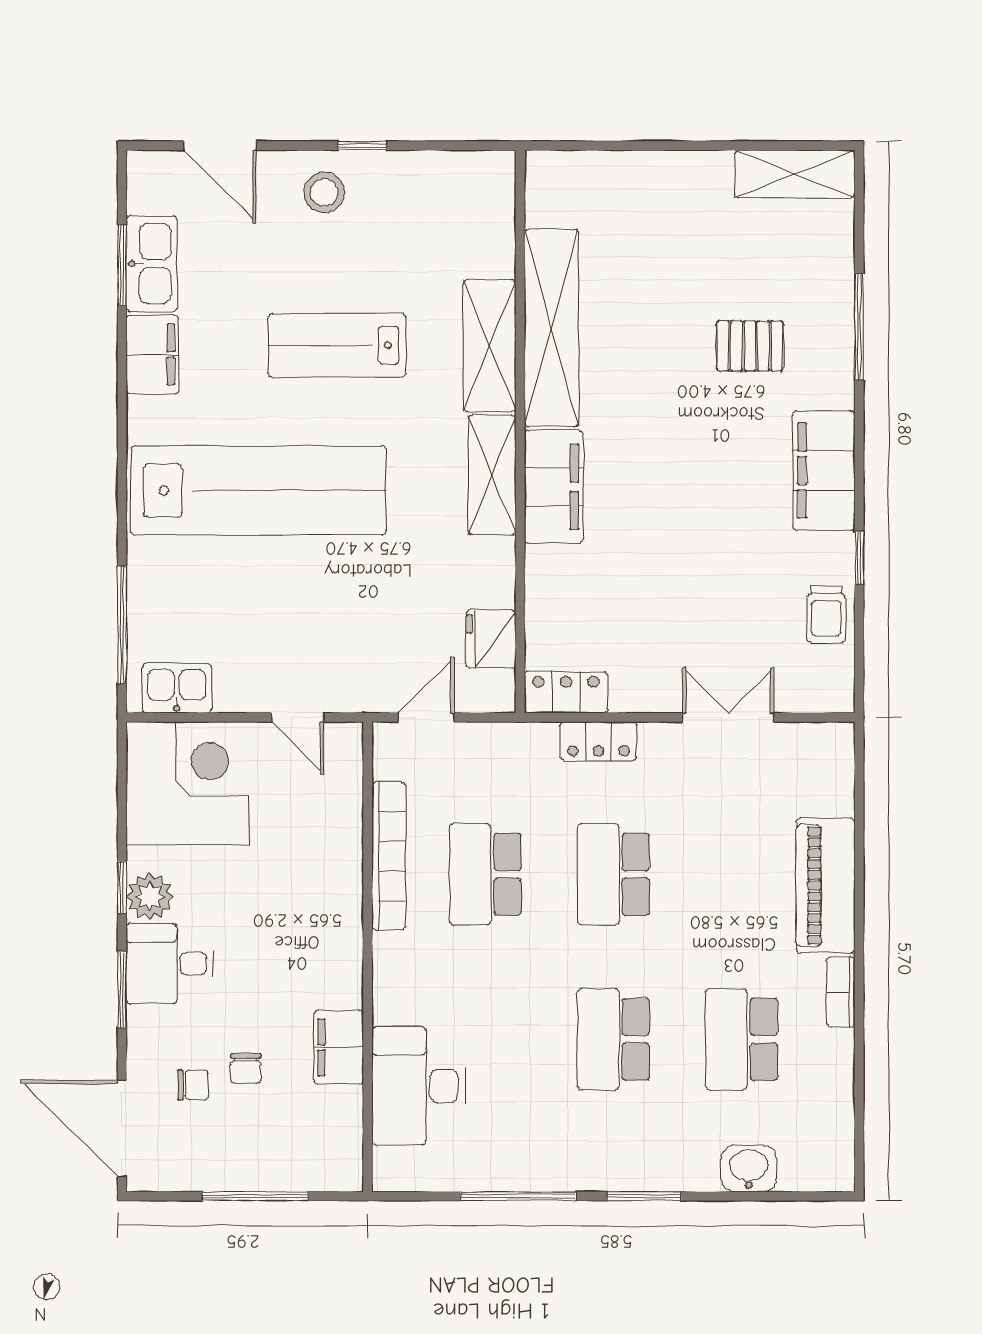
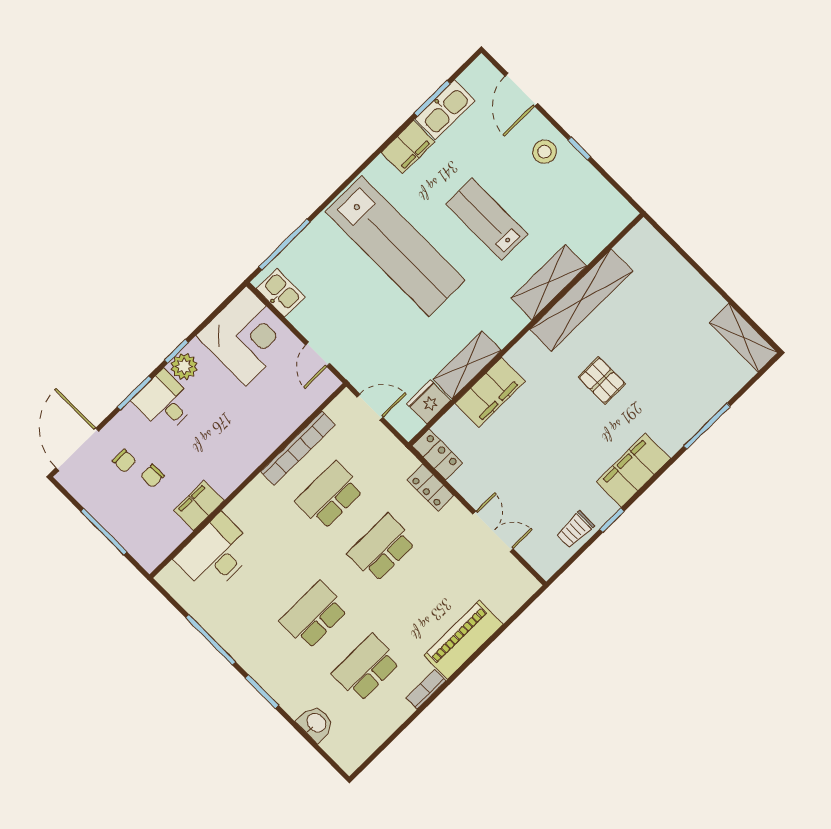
pallet: (750, 346) -> (602, 381), moved
shelving: (492, 475) -> (467, 365), moved
filing cabinet: (554, 487) -> (490, 392), moved

